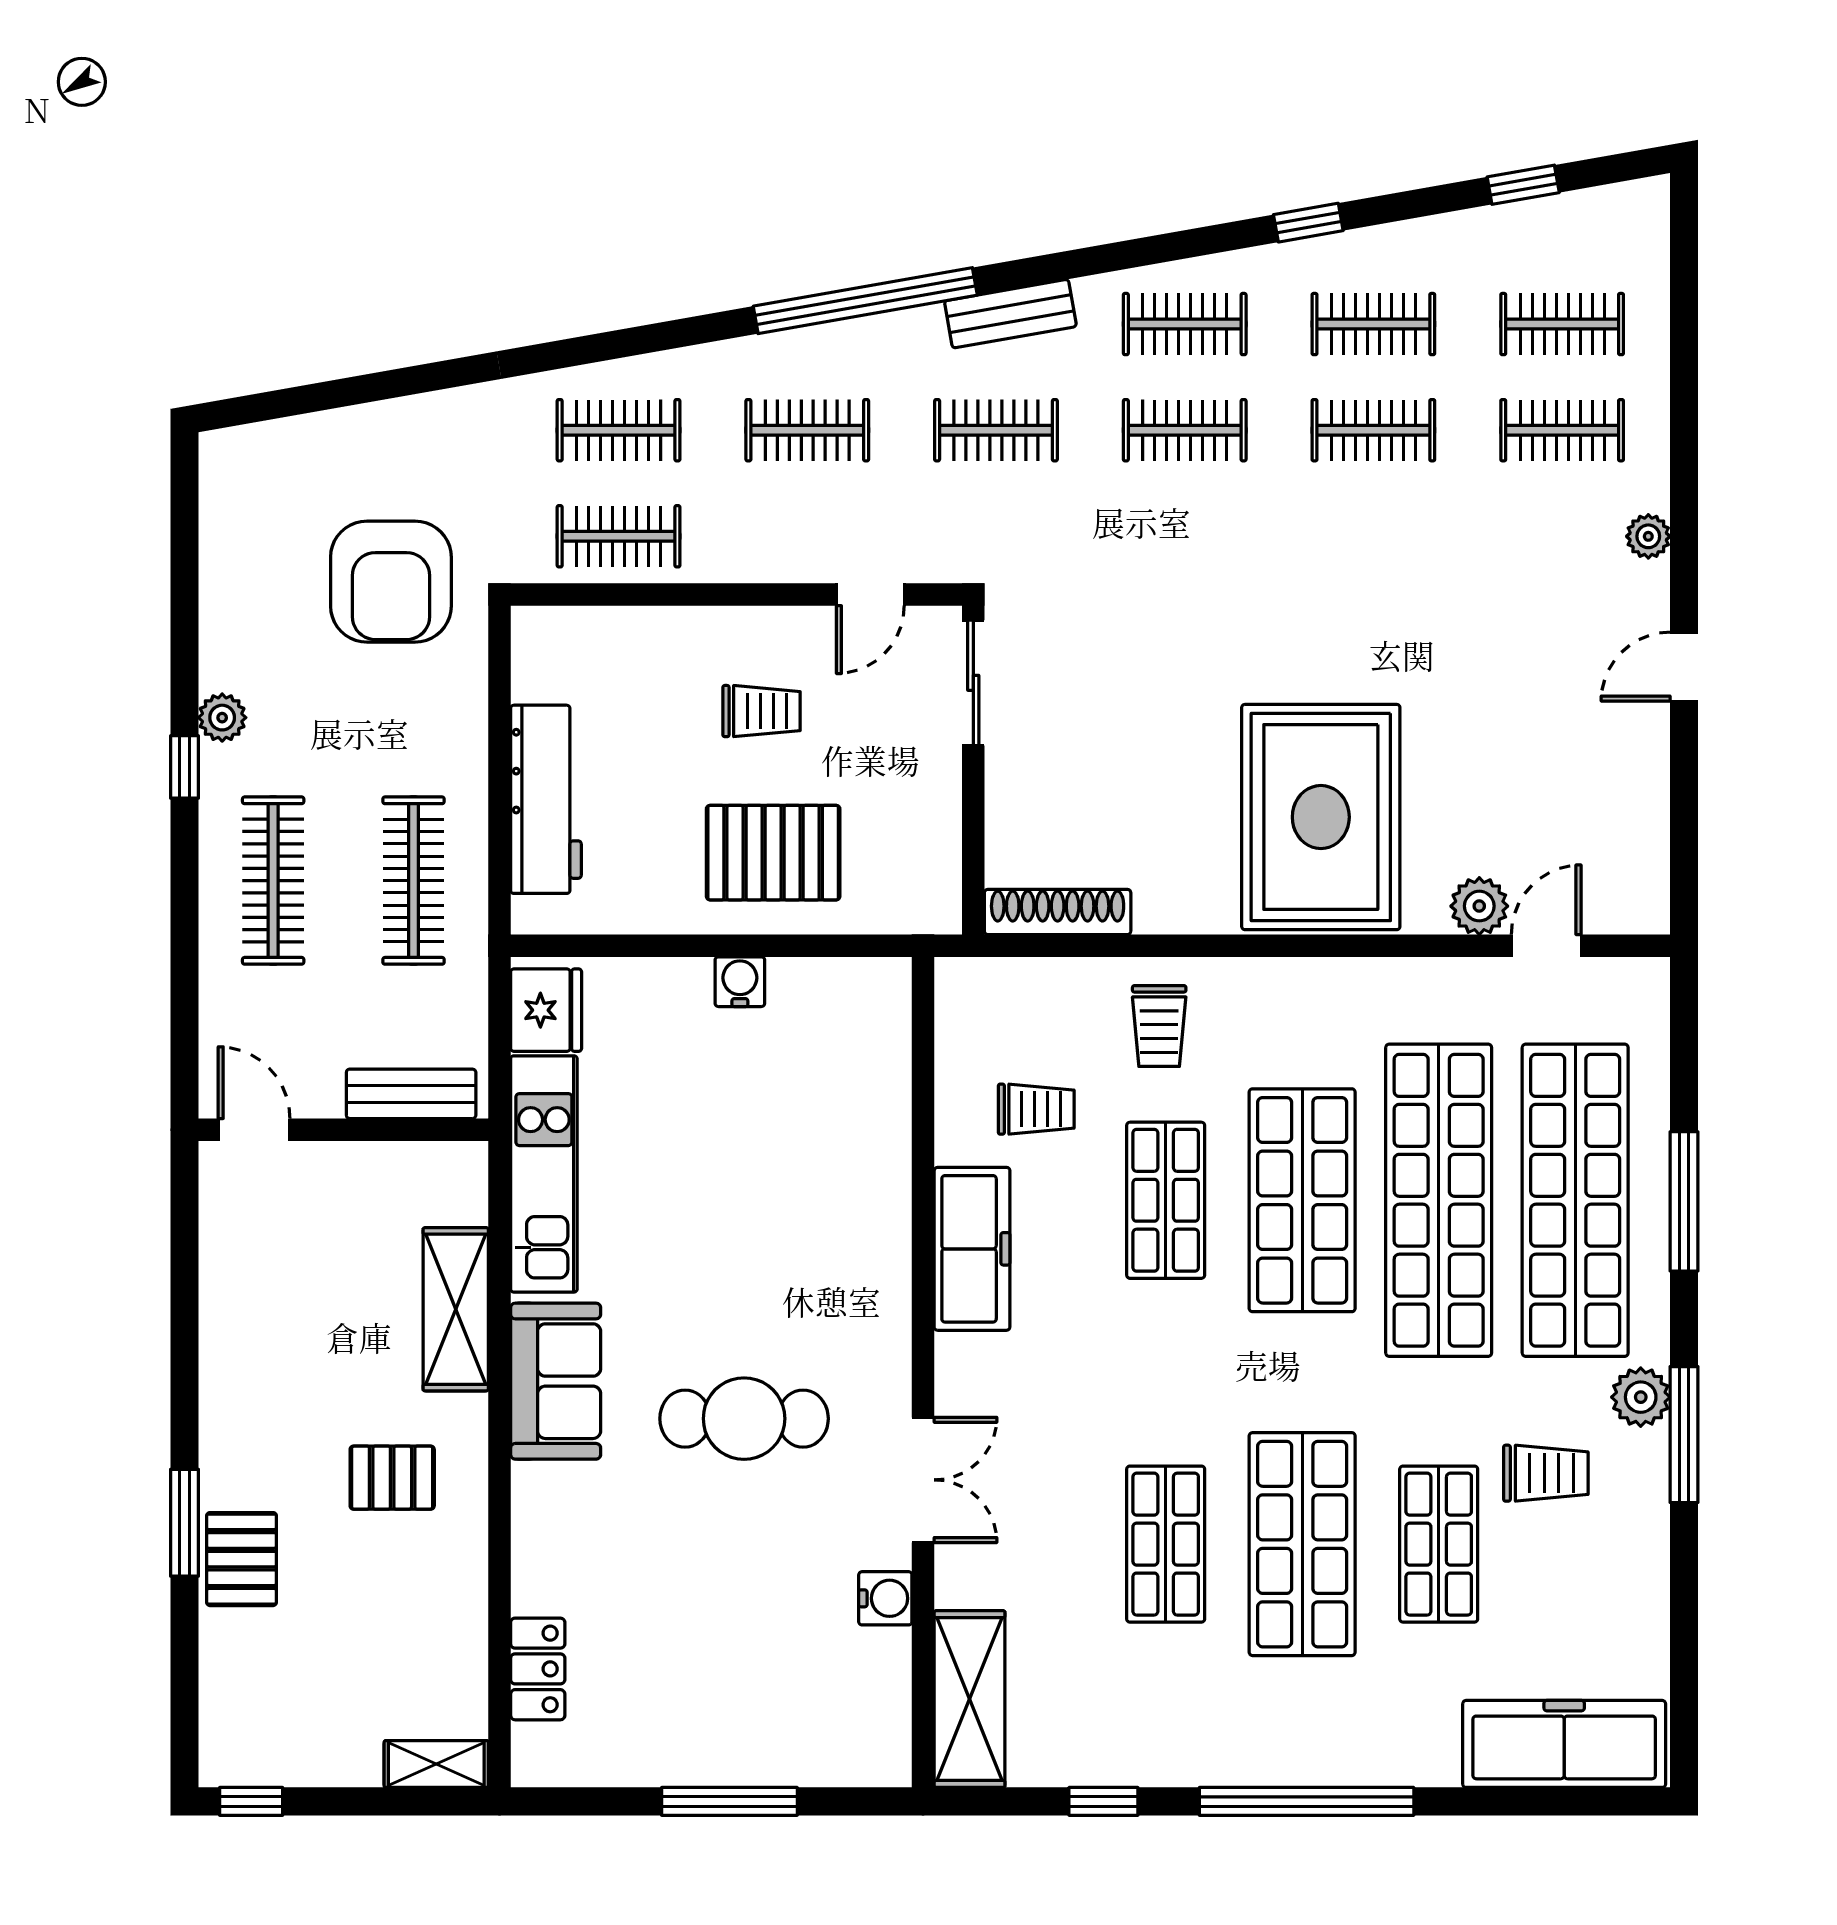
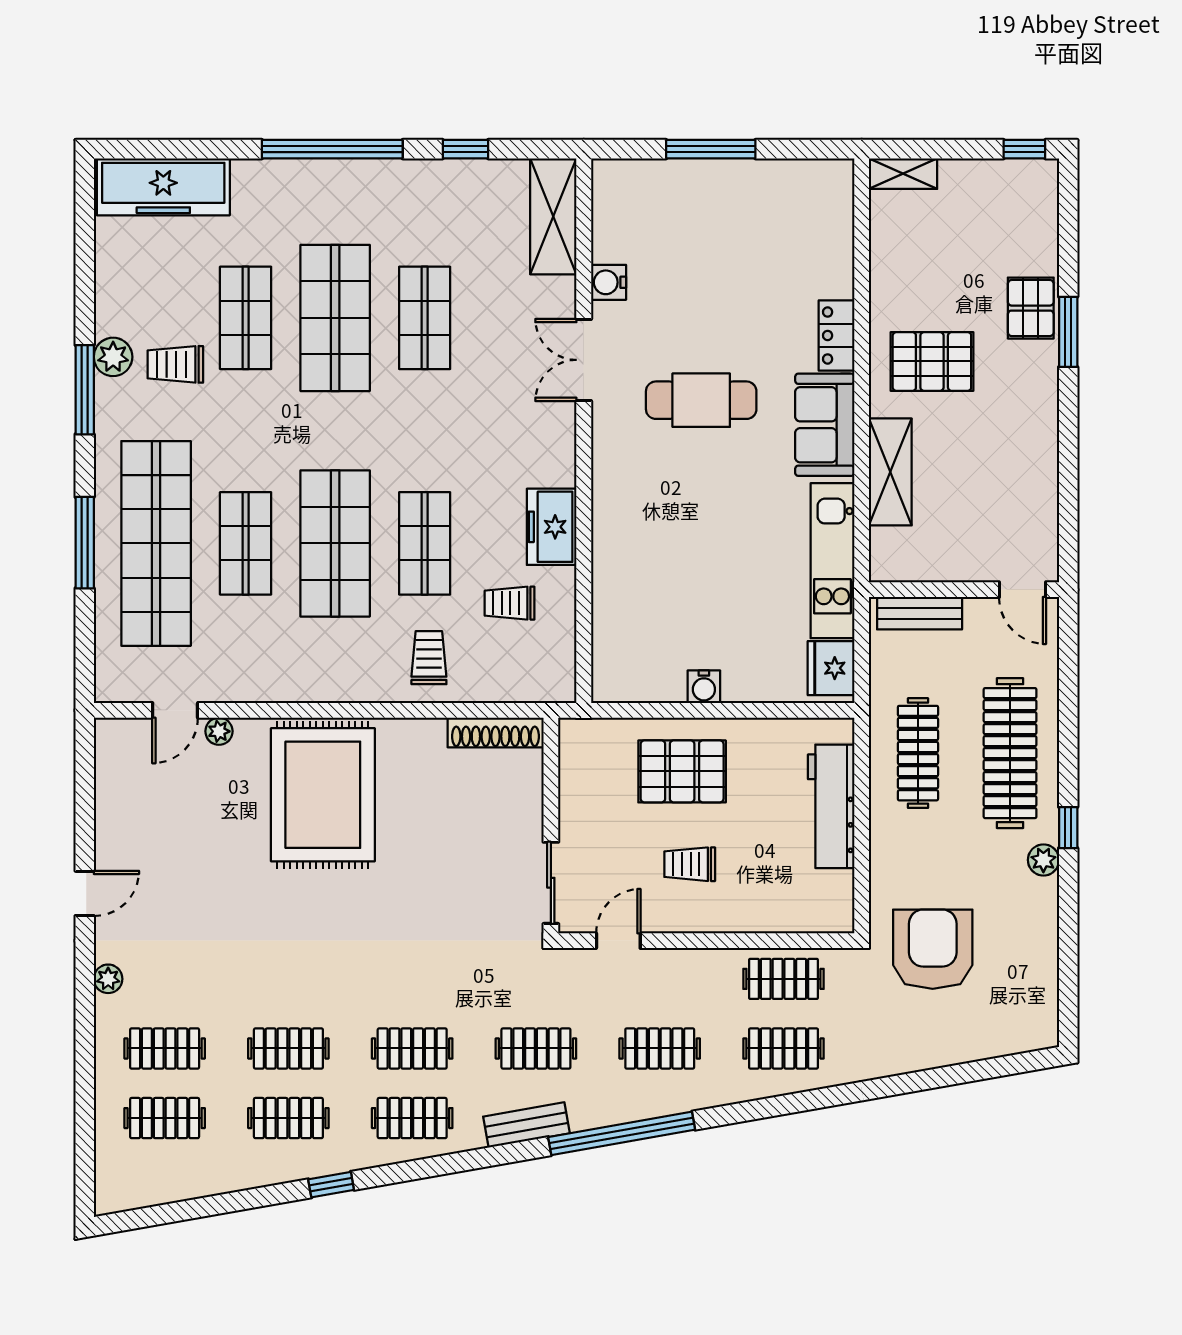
window: (1523, 185) -> (190, 1209), removed
clothes rail: (273, 881) -> (1010, 753), width x1.37, depth x1.31
plant: (1479, 906) -> (219, 731), width x0.73, depth x0.73
shop shelf: (1439, 1200) -> (246, 543), width x0.50, depth x0.74
freezer: (972, 1249) -> (552, 527), width x0.71
plant: (1641, 1397) -> (113, 357), moved
pallet: (392, 1478) -> (932, 361), width x1.50, depth x1.42
locker: (538, 1669) -> (836, 335), moved

